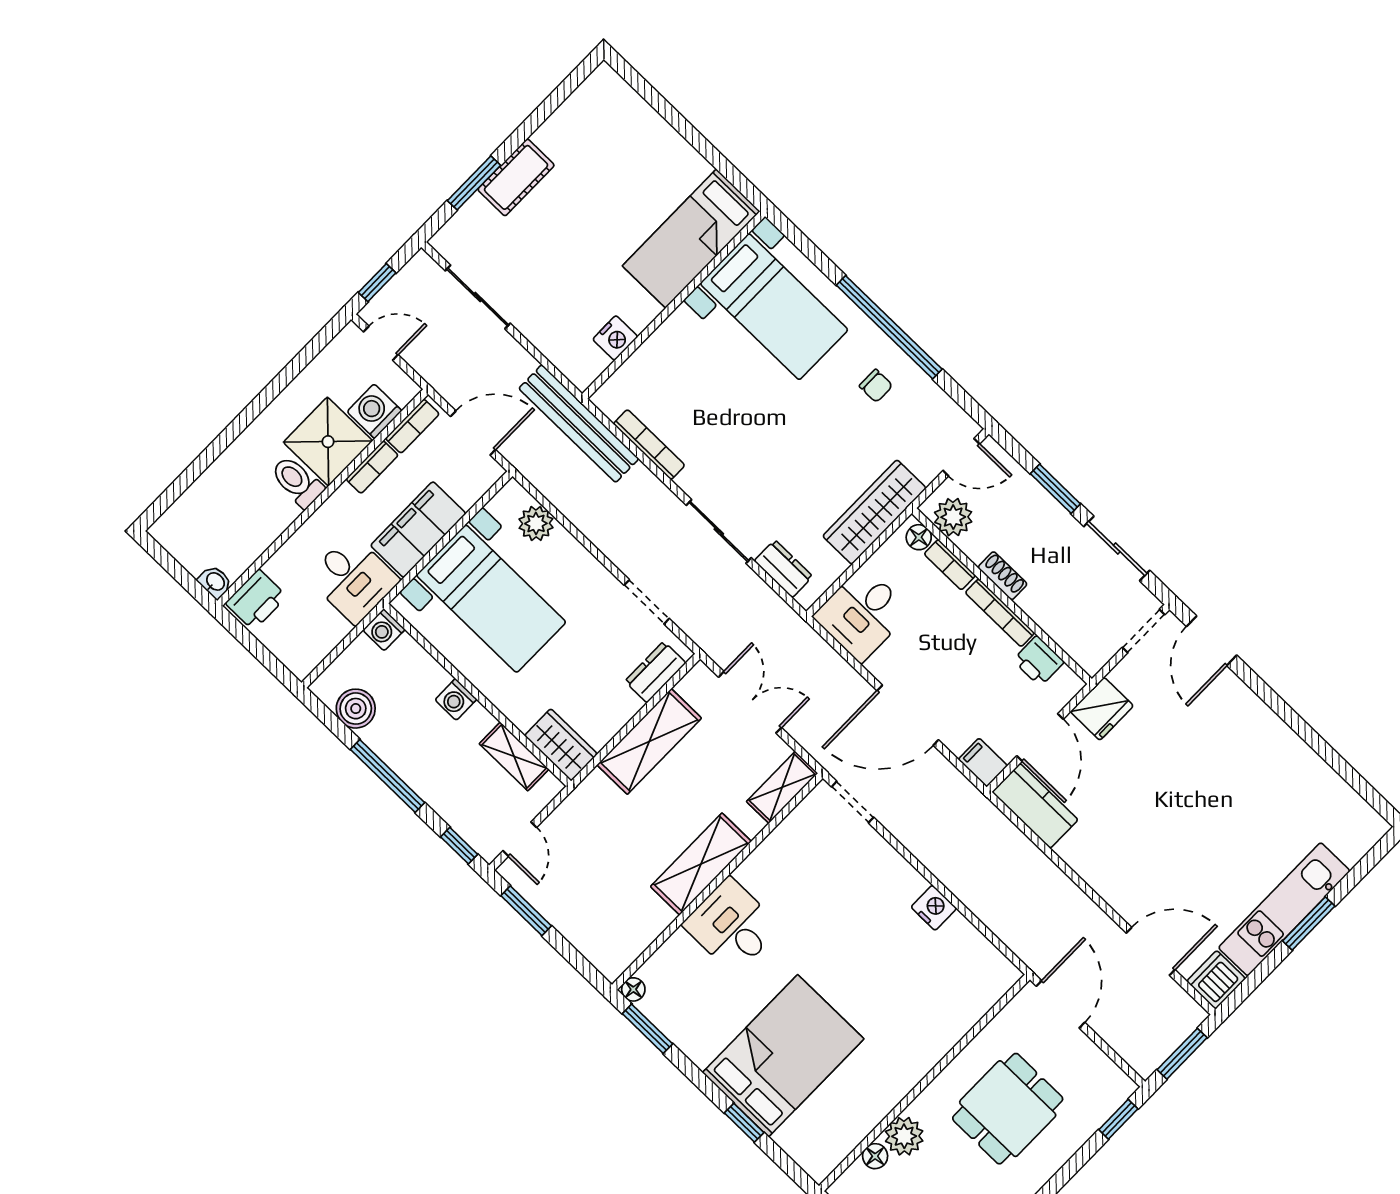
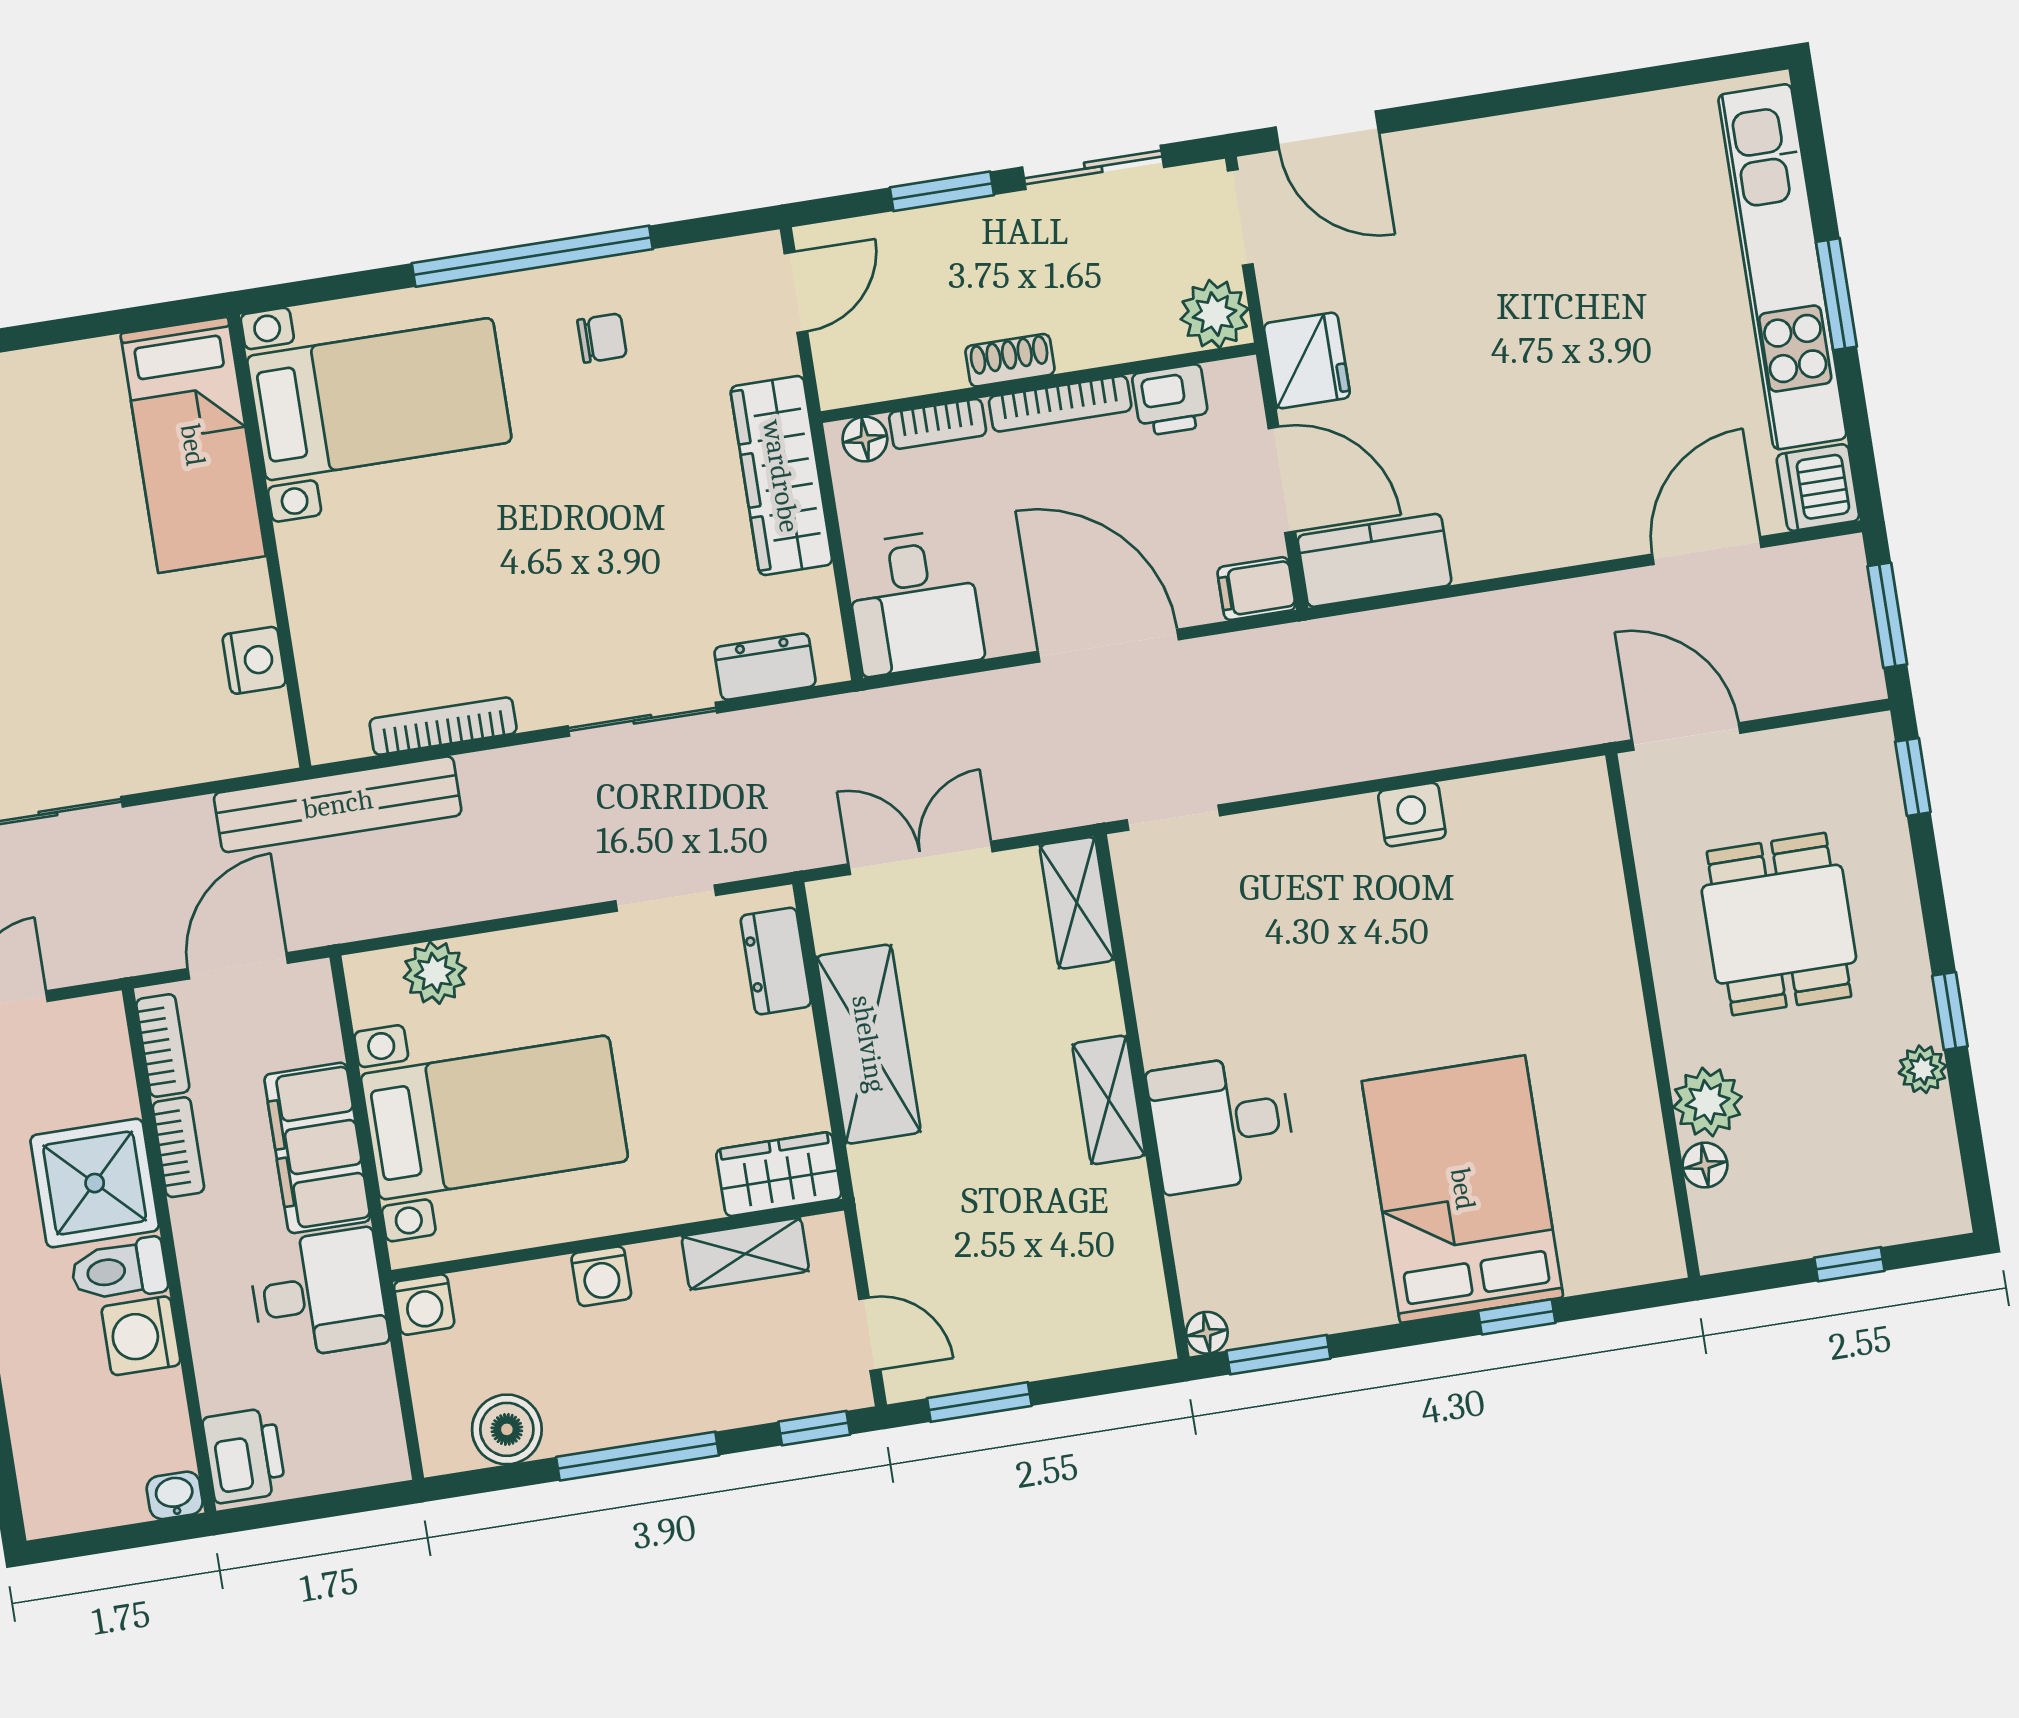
washing machine: (374, 411) -> (141, 1336), moved
plant: (953, 517) -> (1215, 314), moved
door: (908, 715) -> (1108, 646), swing flipped
shelving: (701, 864) -> (1109, 1100), width x0.67, depth x0.75
kitchen unit: (1284, 909) -> (1782, 267), width x1.36

